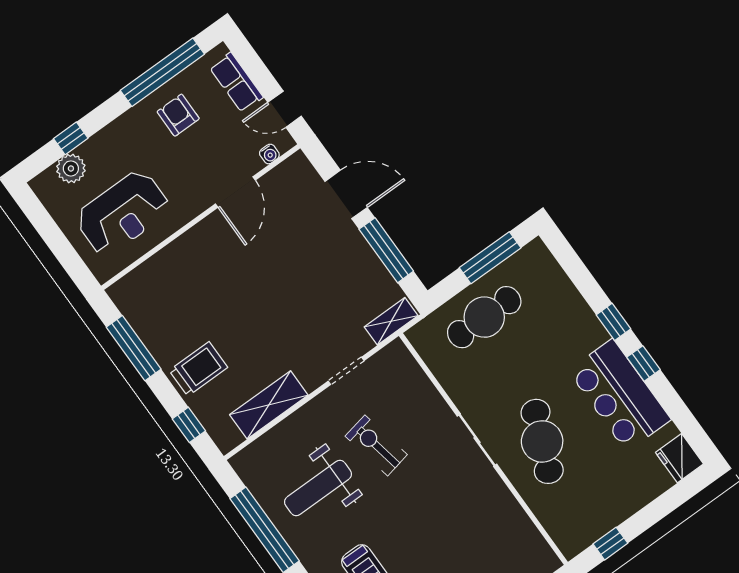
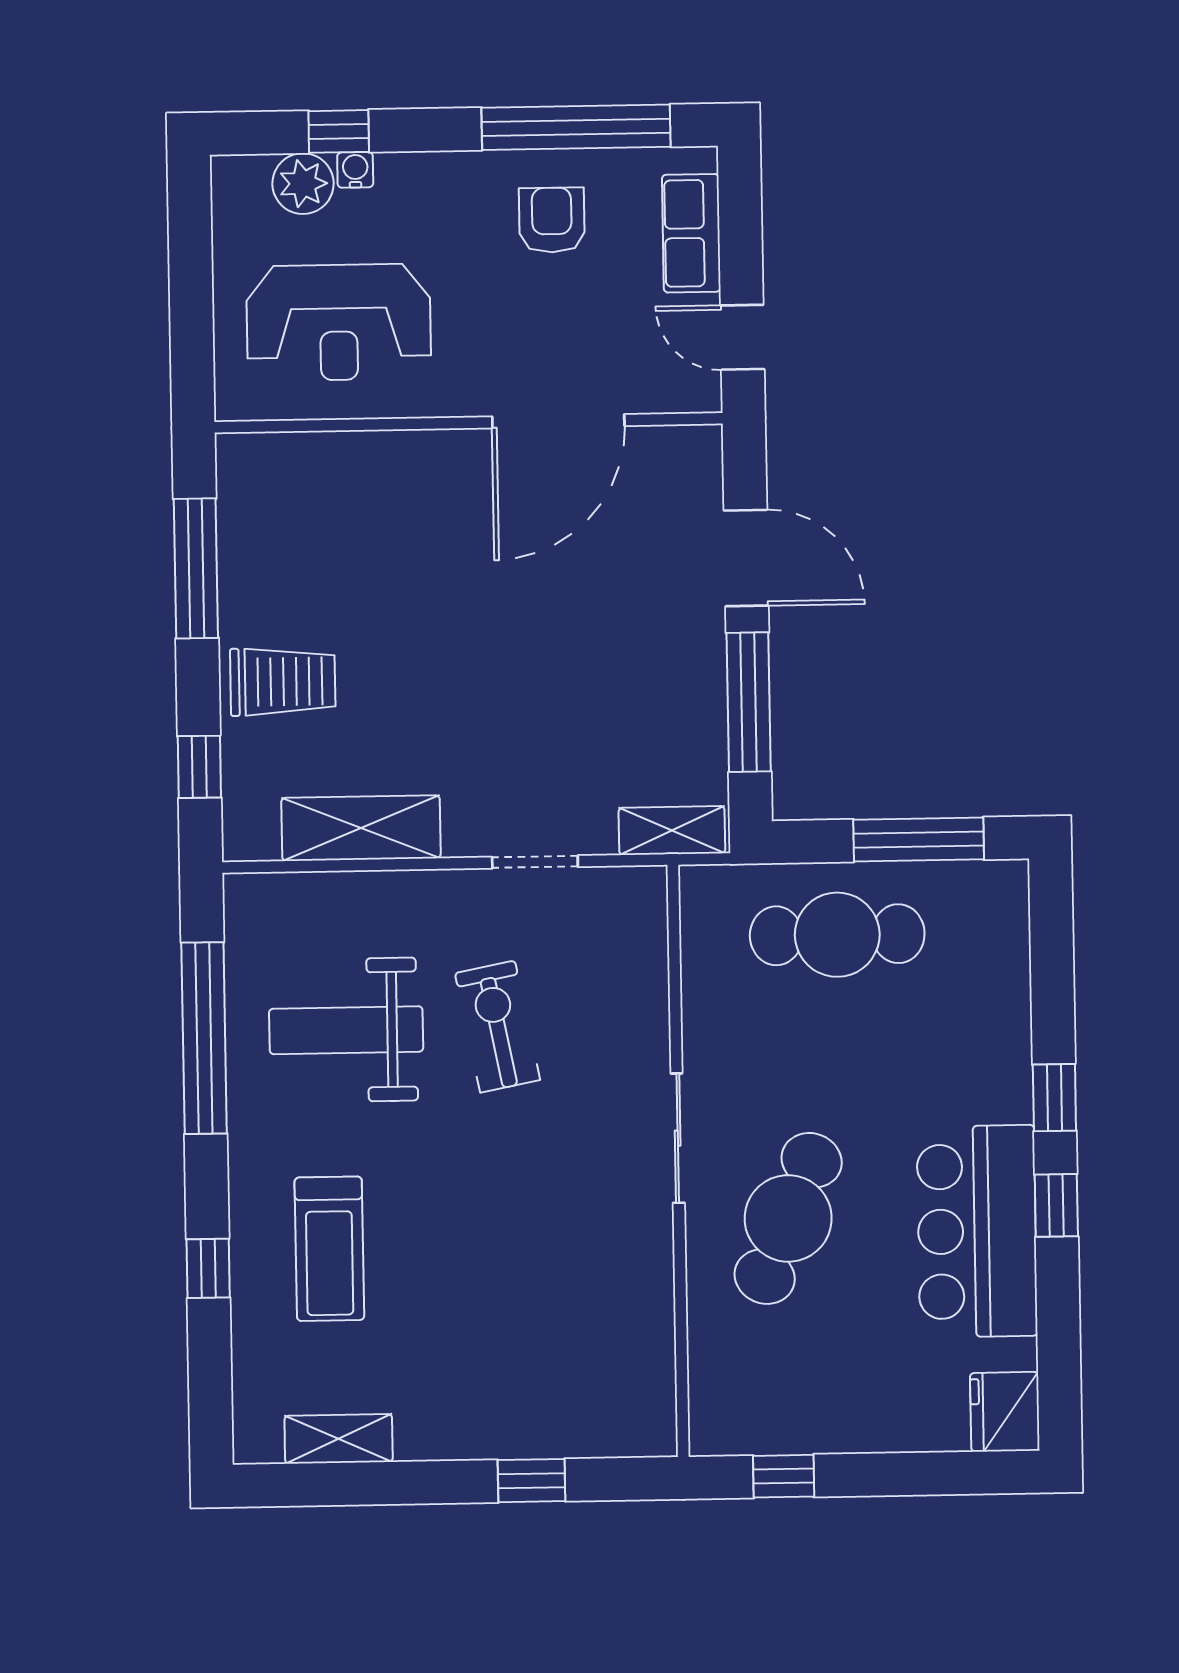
water cooler: (269, 154) -> (355, 170), moved, turned 180
door: (235, 192) -> (558, 421), width x1.36

